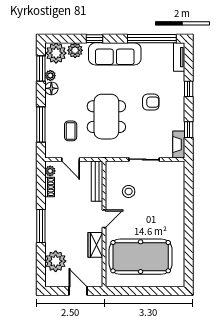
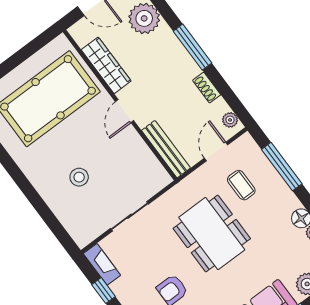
door: (71, 159) -> (216, 152), hinge flipped
shoe rack: (50, 187) -> (207, 88), moved
stool: (129, 191) -> (79, 177), moved
wardrobe: (95, 245) -> (106, 65), width x1.50

